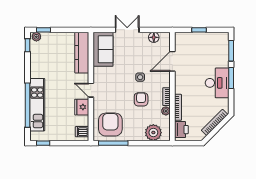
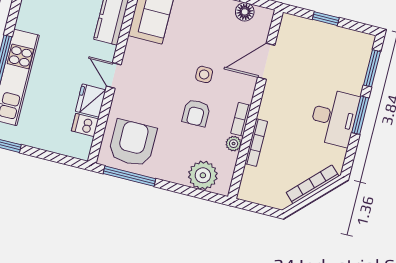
armchair: (141, 99) -> (196, 113), turned 180
printer: (181, 130) -> (252, 182), removed
dishwasher: (82, 132) -> (85, 125), moved

